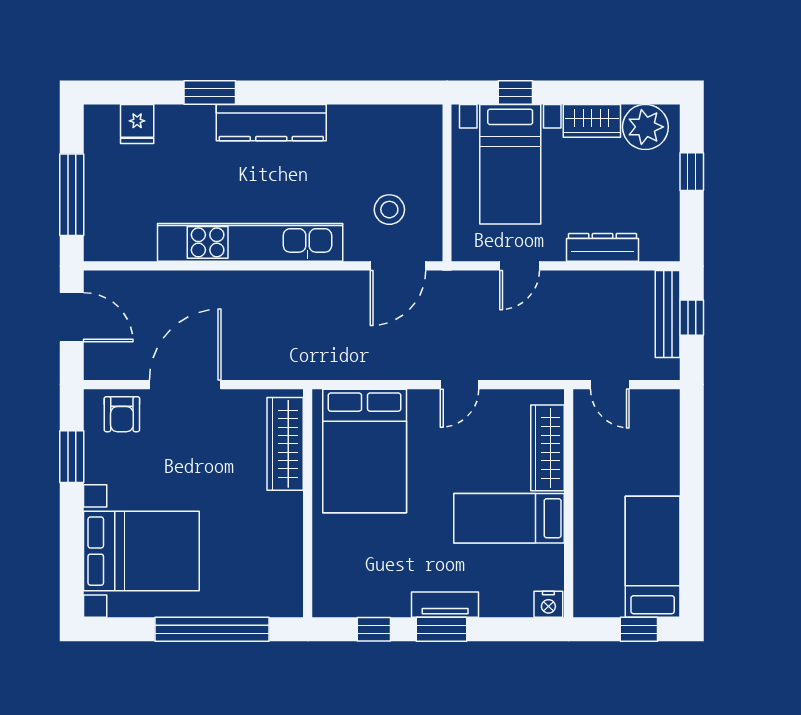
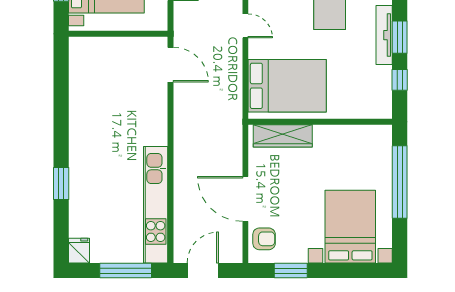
kitchen counter: (271, 123) -> (80, 145), removed
fridge: (137, 124) -> (79, 251), moved, turned -90
stool: (389, 210) -> (135, 70), removed
kitchen unit: (250, 242) -> (156, 205), moved
tv unit: (445, 605) -> (384, 35), width x1.41

